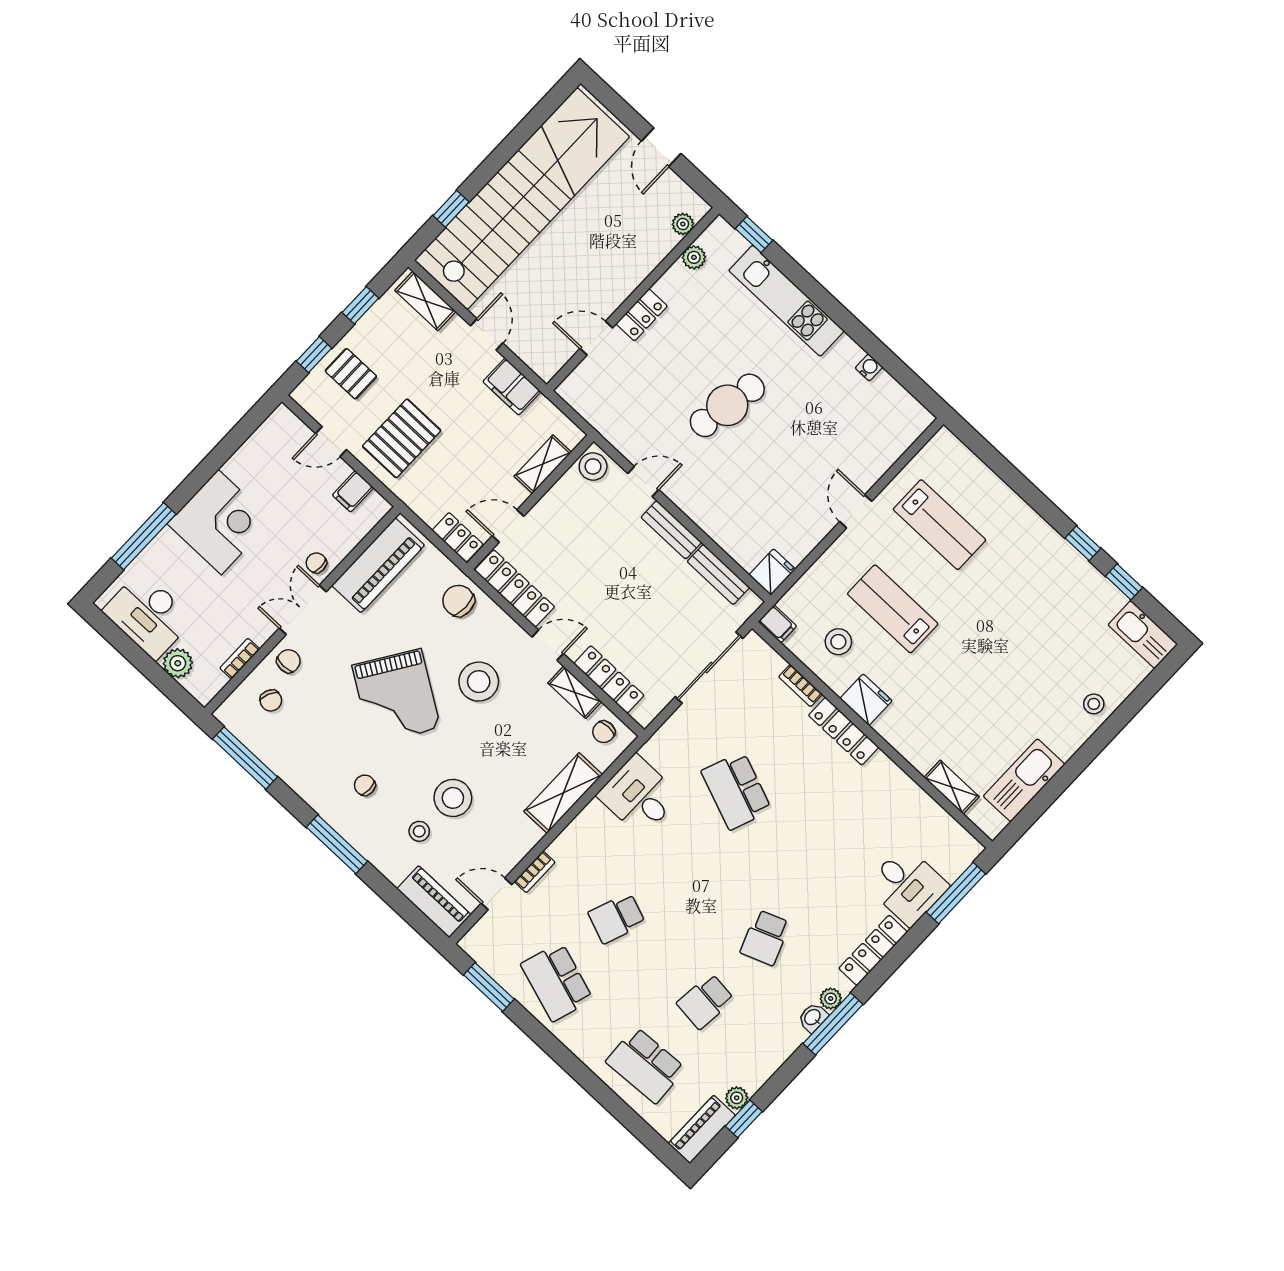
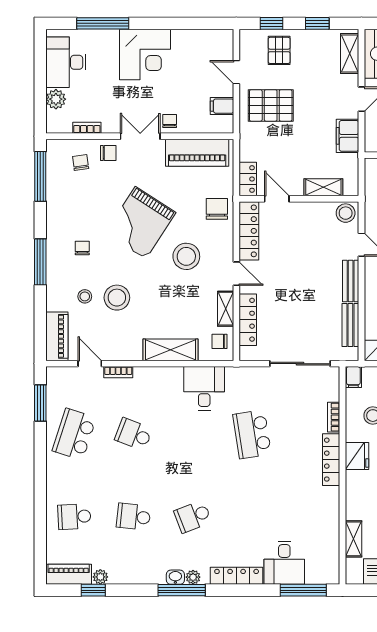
chair: (271, 701) -> (81, 162), turned 148
school desk: (736, 791) -> (252, 434), turned -30
school desk: (646, 1065) -> (74, 517), width x0.54

